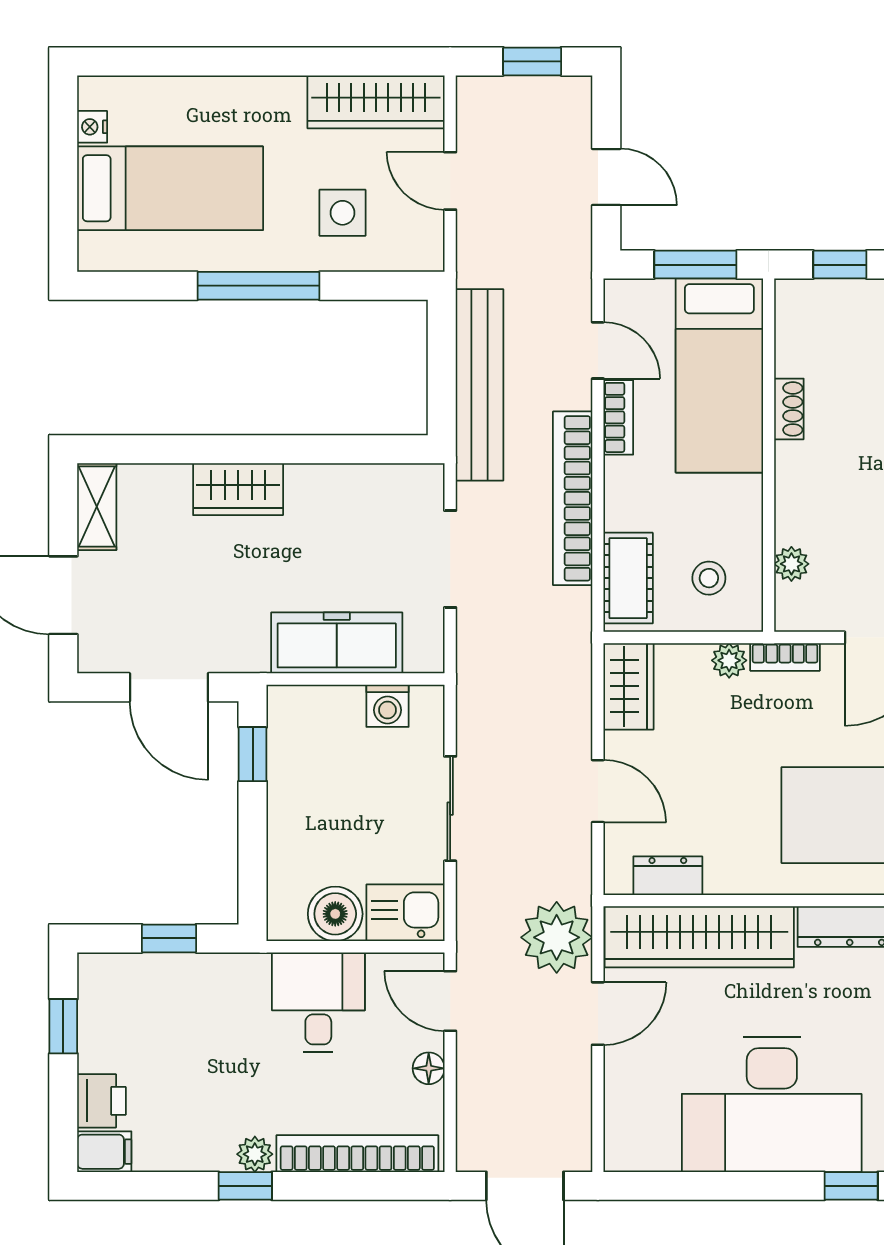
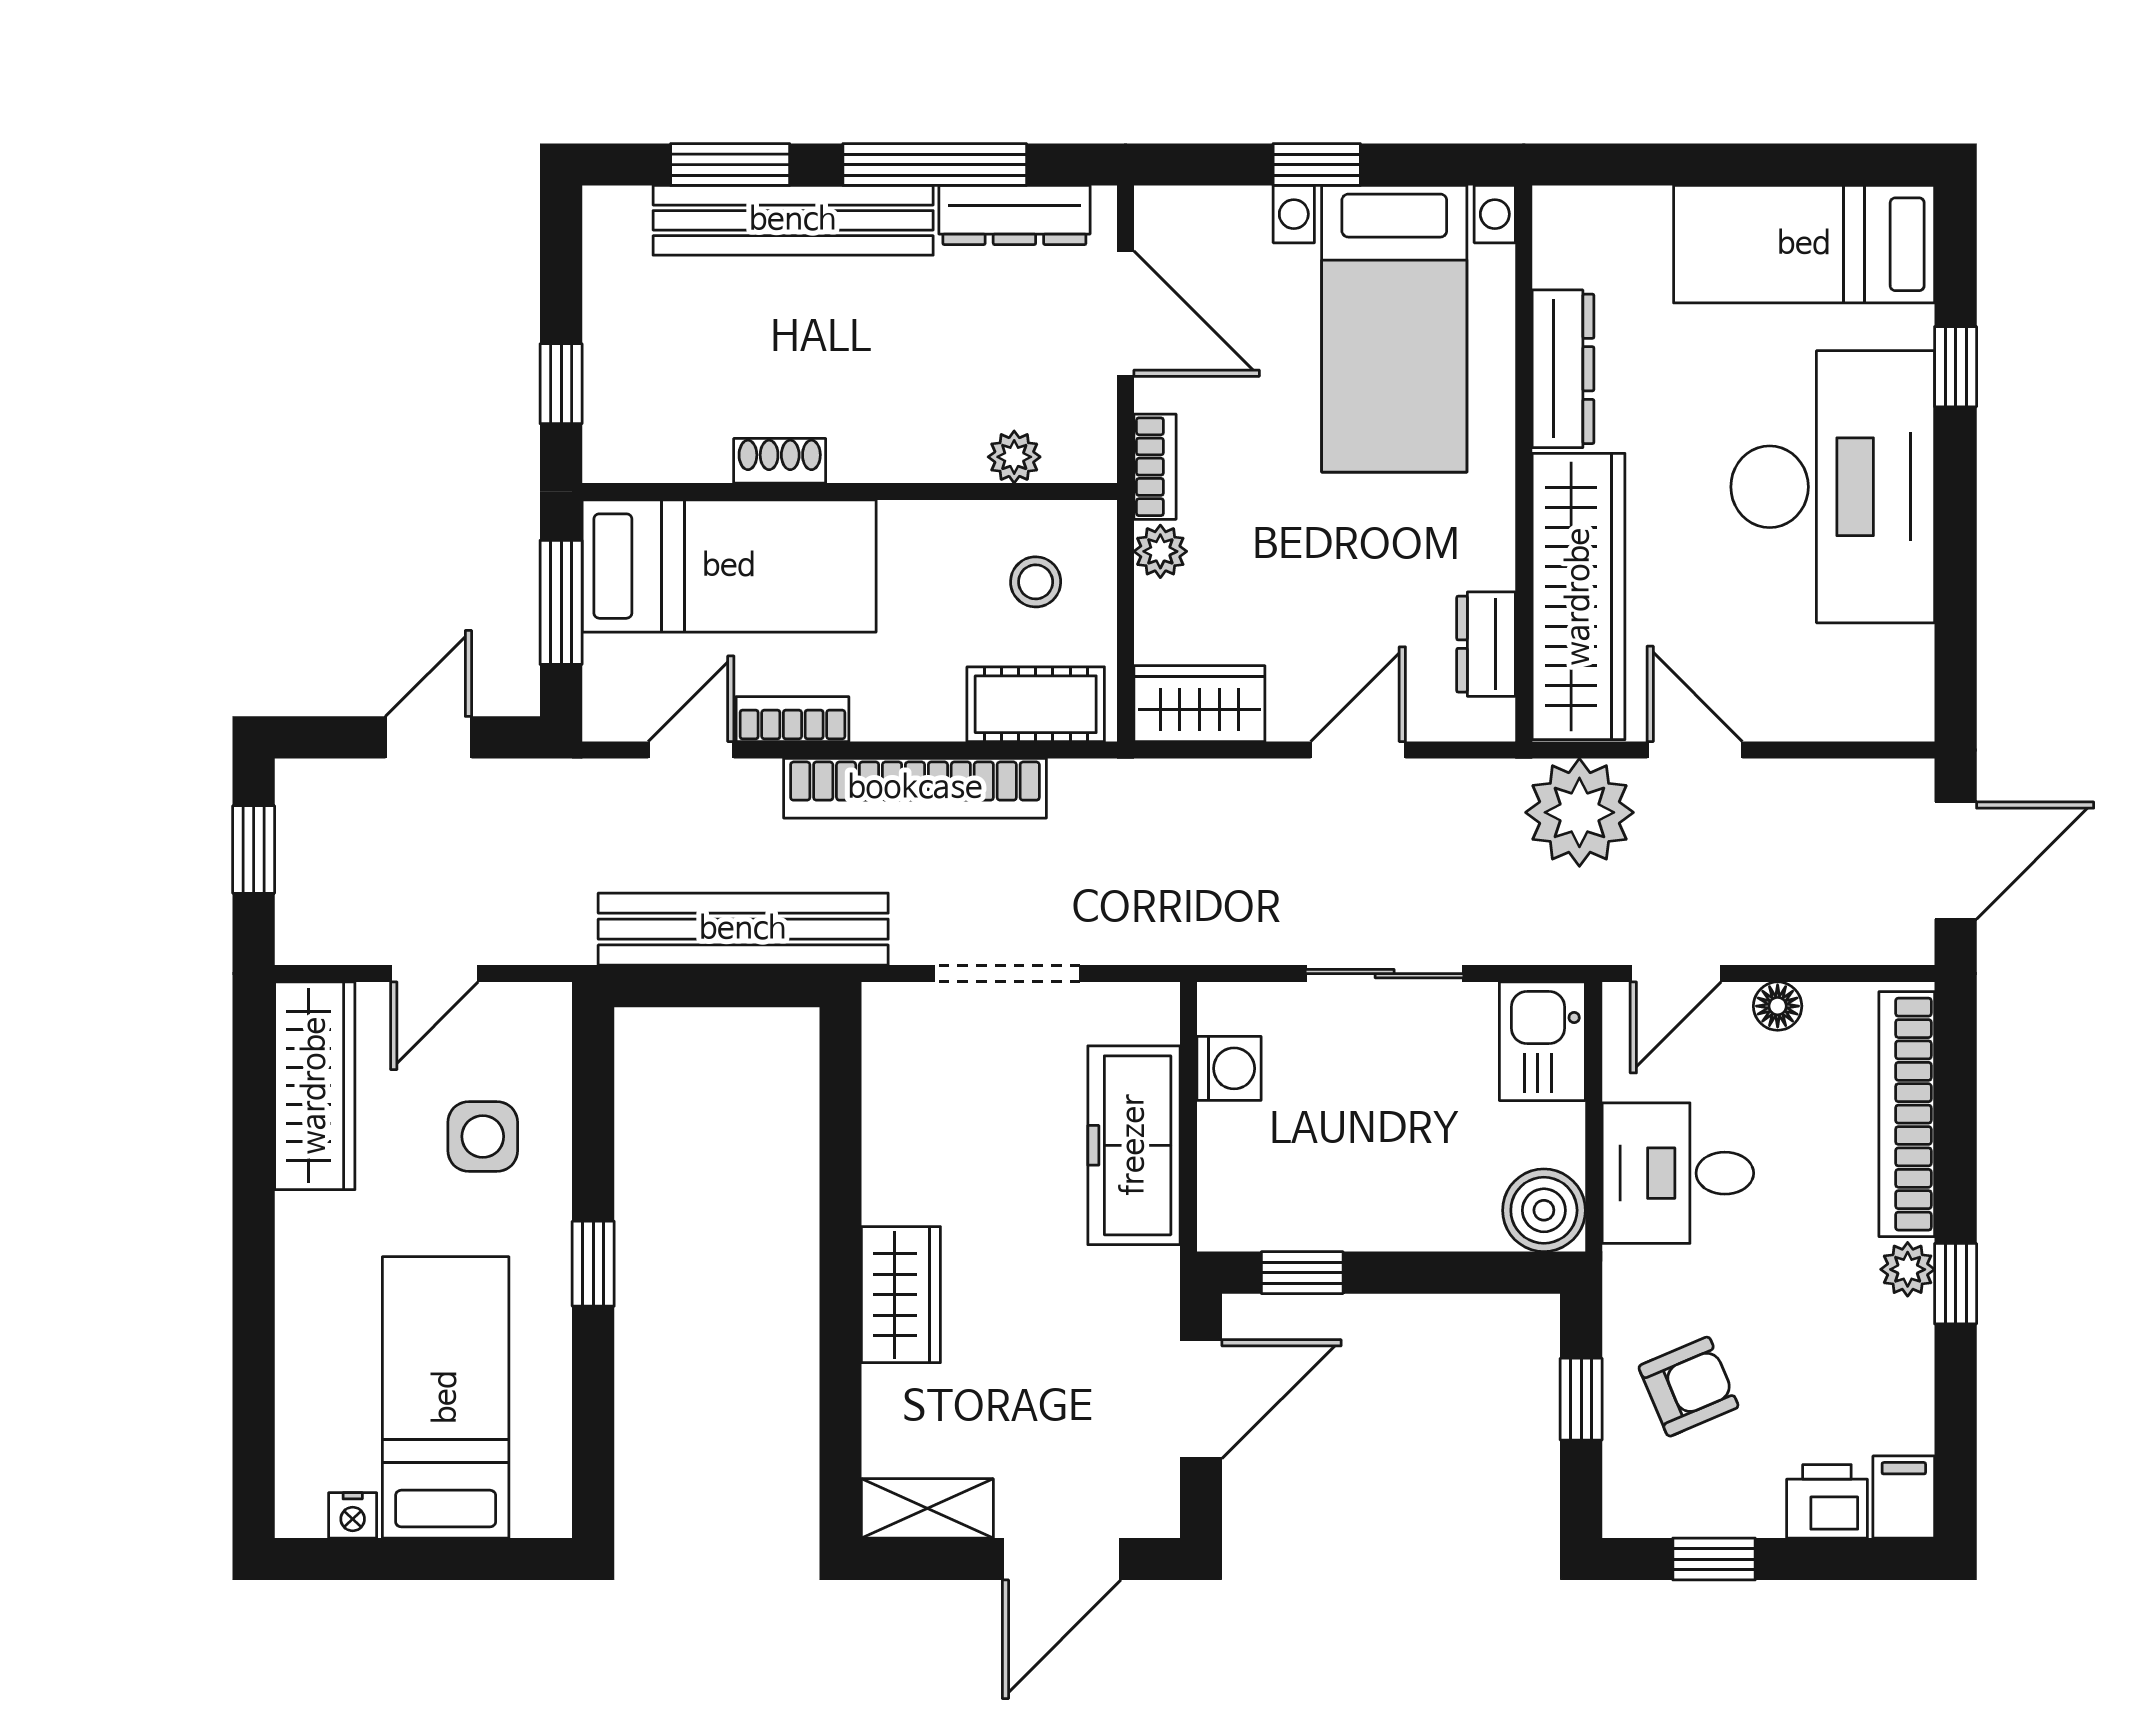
window: (258, 286) -> (593, 1264), width x0.46
boiler: (335, 914) -> (1544, 1210), moved
armchair: (177, 1009) -> (1689, 1387), added

